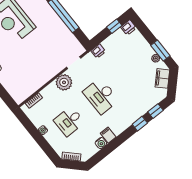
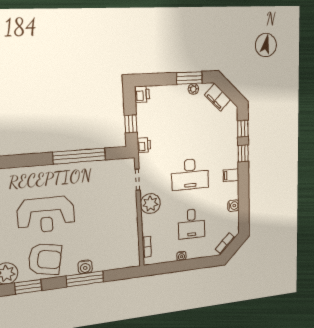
window: (114, 26) -> (131, 124), moved
filing cabinet: (108, 135) -> (231, 175), moved

